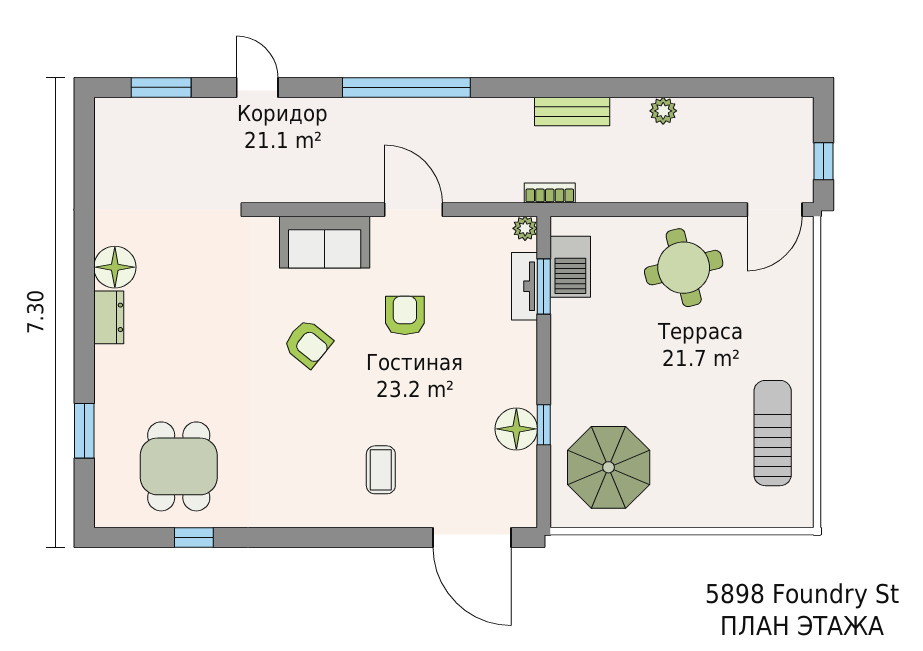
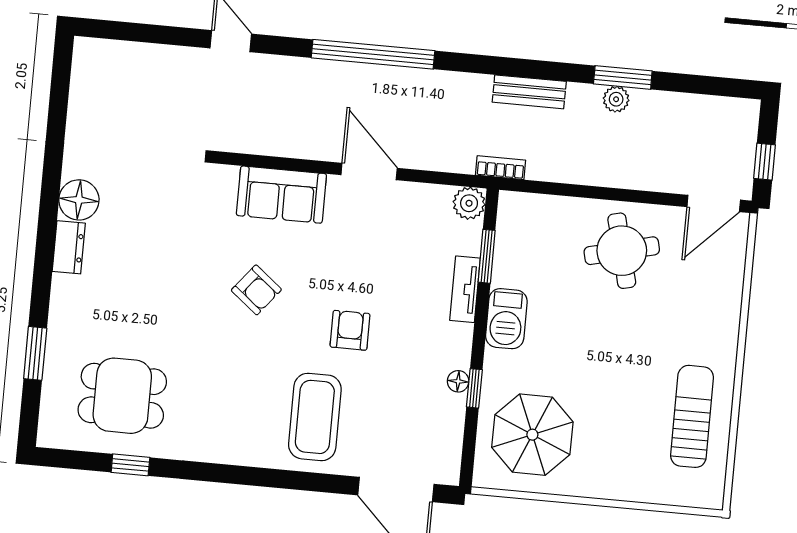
window: (161, 87) -> (623, 77), moved
plant: (525, 228) -> (469, 203), width x1.38, depth x1.38
barbecue: (570, 267) -> (506, 319), moved
tv unit: (524, 286) -> (465, 289), moved
armchair: (405, 315) -> (350, 330), moved
floor lamp: (516, 429) -> (458, 381), width x0.53, depth x0.53
dining table: (179, 466) -> (122, 396), turned 90
coffee table: (381, 470) -> (315, 417), width x1.86, depth x1.72

